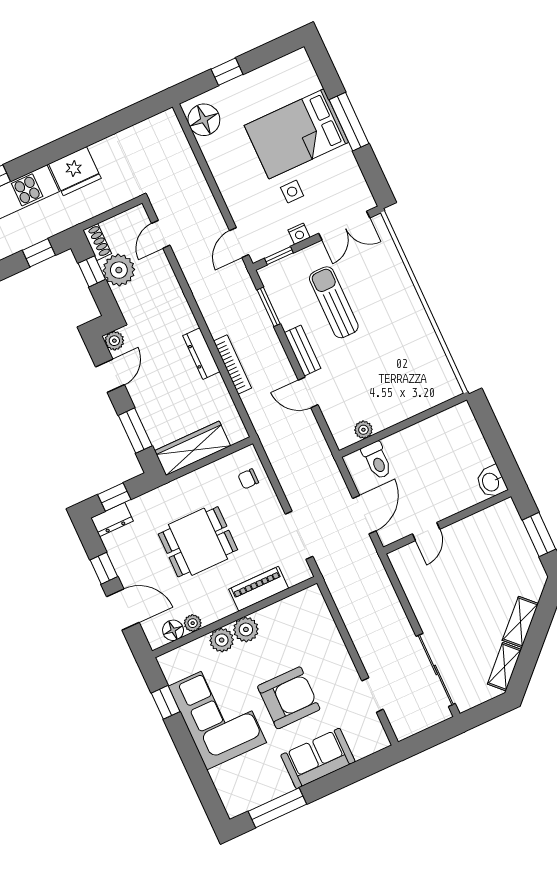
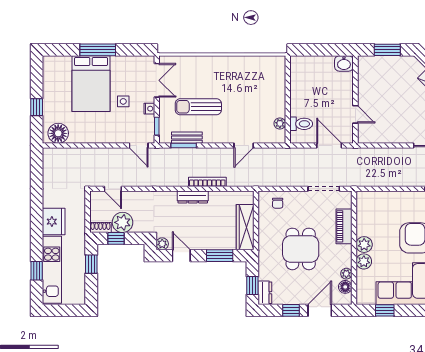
bench: (303, 350) -> (187, 138), moved

